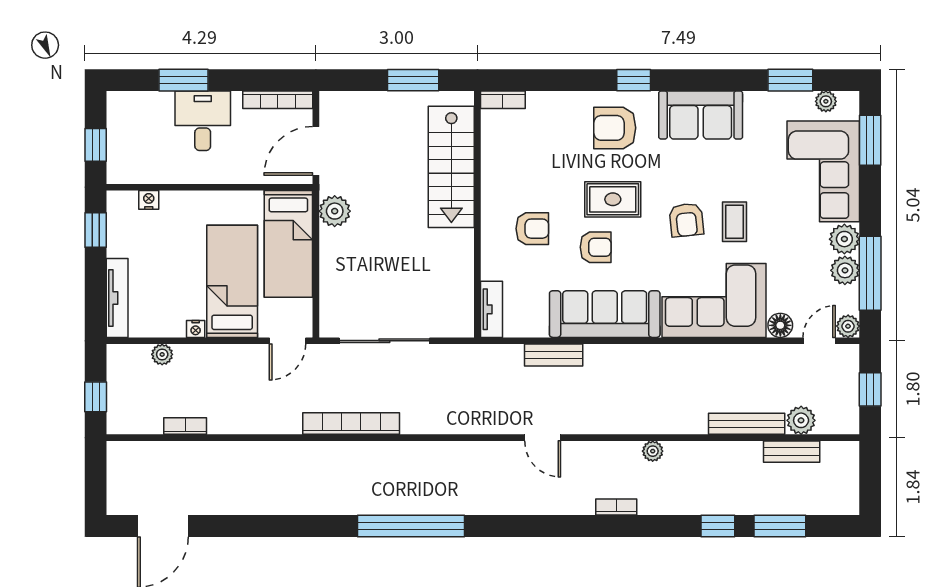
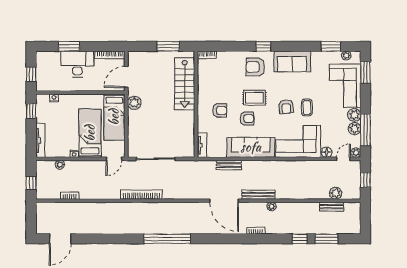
desk: (203, 121) -> (77, 64), width x1.37
bench: (747, 424) -> (258, 195), moved
door: (543, 438) -> (224, 201), width x1.87

